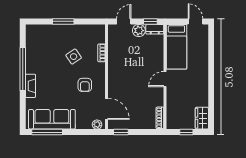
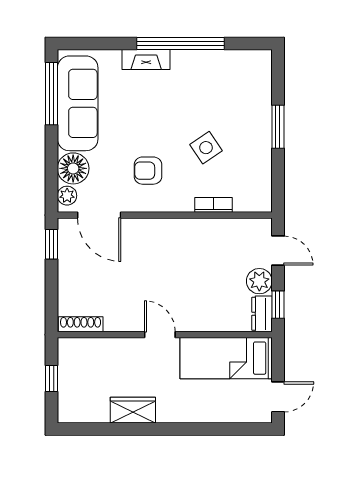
door: (107, 109) -> (99, 215), hinge flipped
wardrobe: (202, 118) -> (133, 410), moved
floor lamp: (84, 121) -> (73, 168), added

